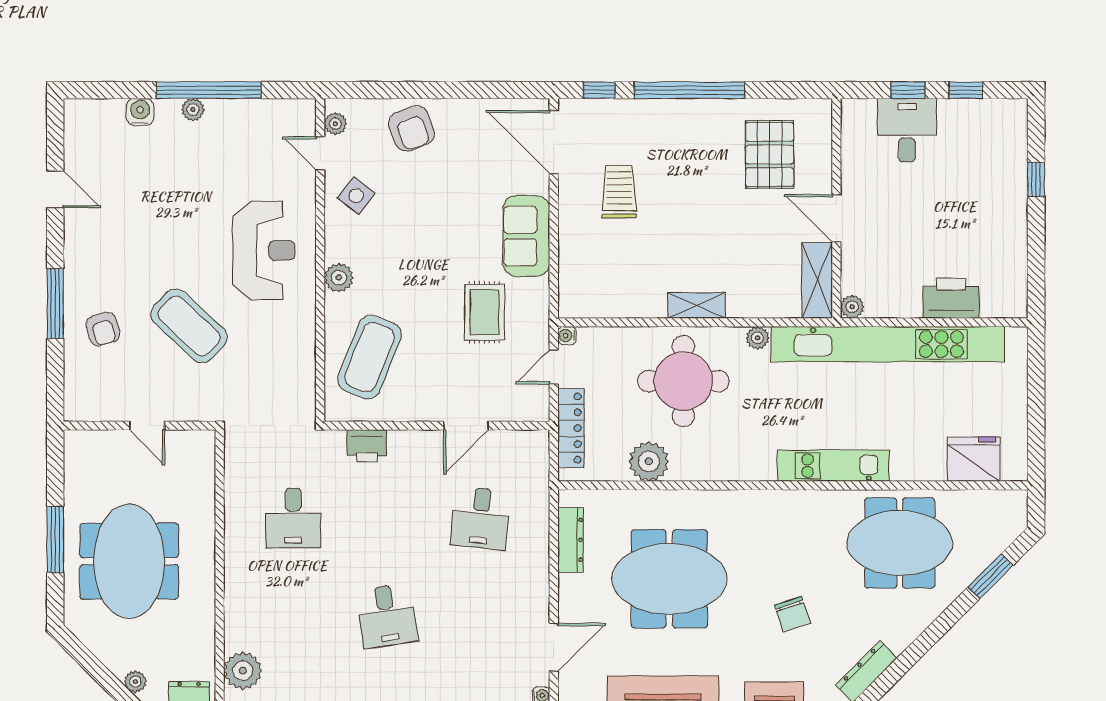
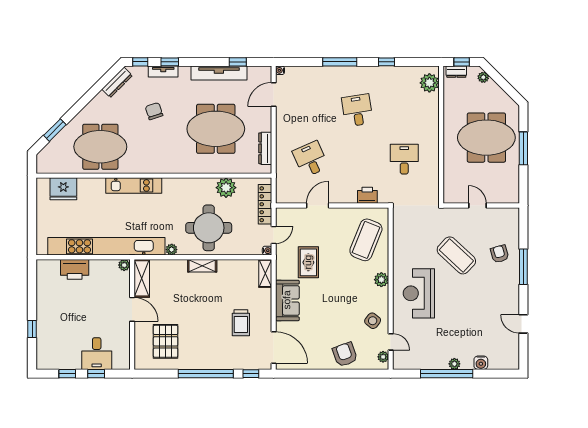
shelving: (571, 290) -> (265, 273), added
desk: (480, 518) -> (310, 159), turned -30
meeting table: (129, 561) -> (486, 138), turned 90

